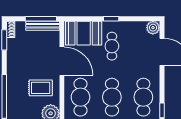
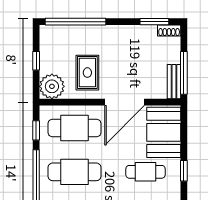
bench: (43, 26) -> (174, 82), width x0.73

